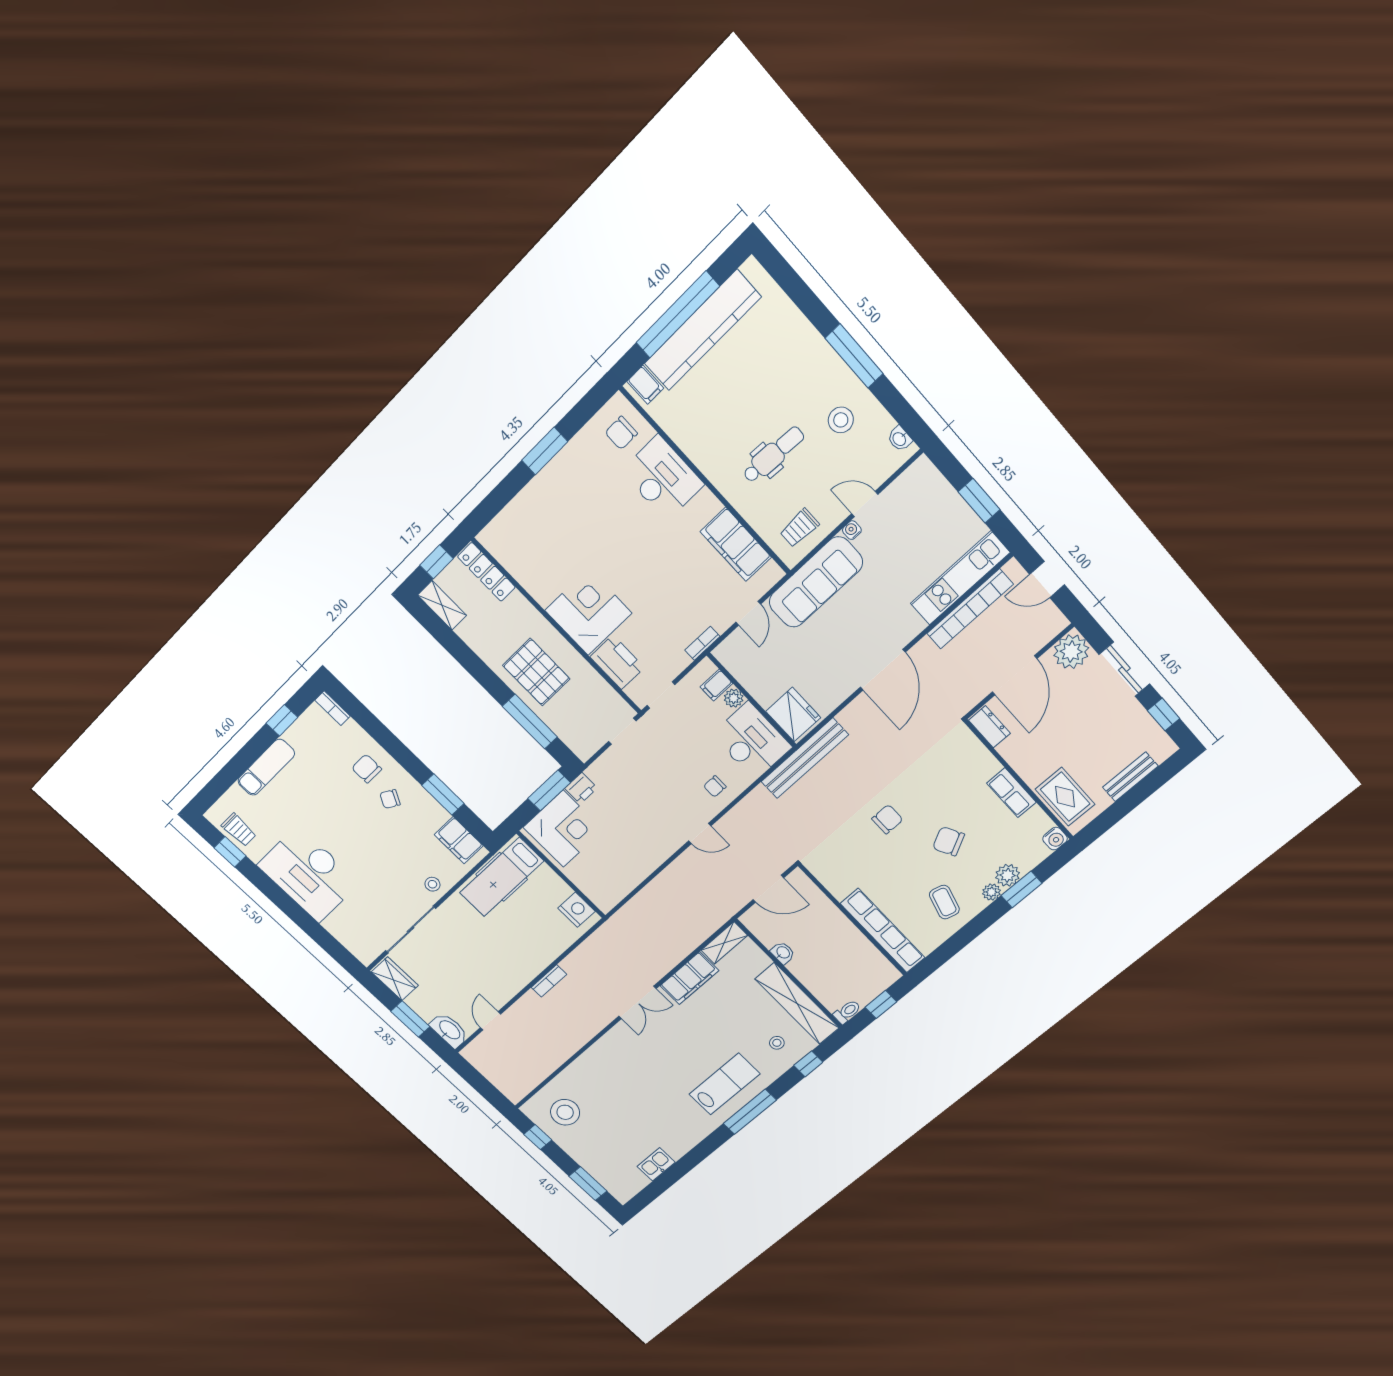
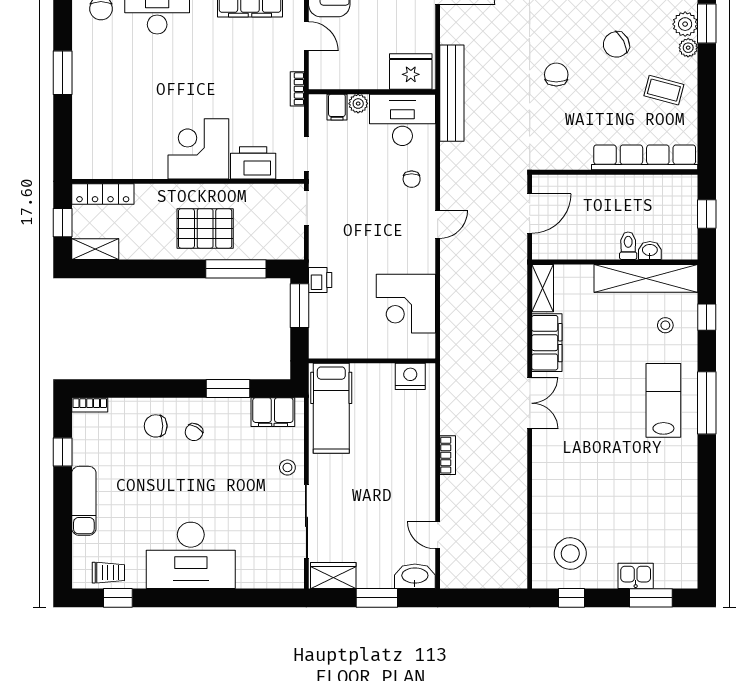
corner desk: (563, 829) -> (406, 304), moved, turned 180
washbasin: (783, 953) -> (650, 251), moved
toilet: (847, 1012) -> (628, 246), moved
kitchen sink: (656, 1164) -> (636, 576), moved, turned 90

